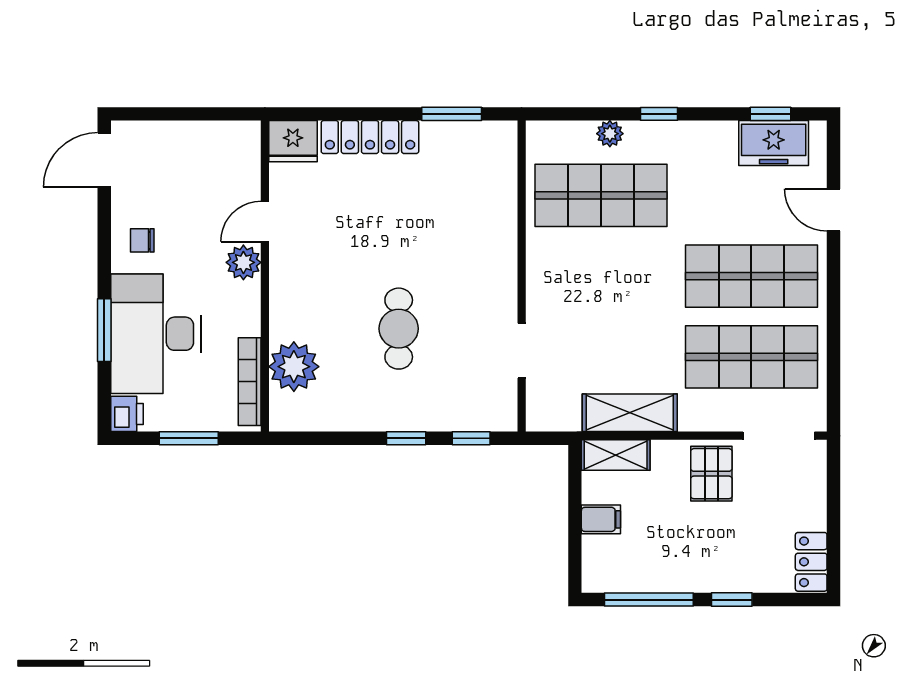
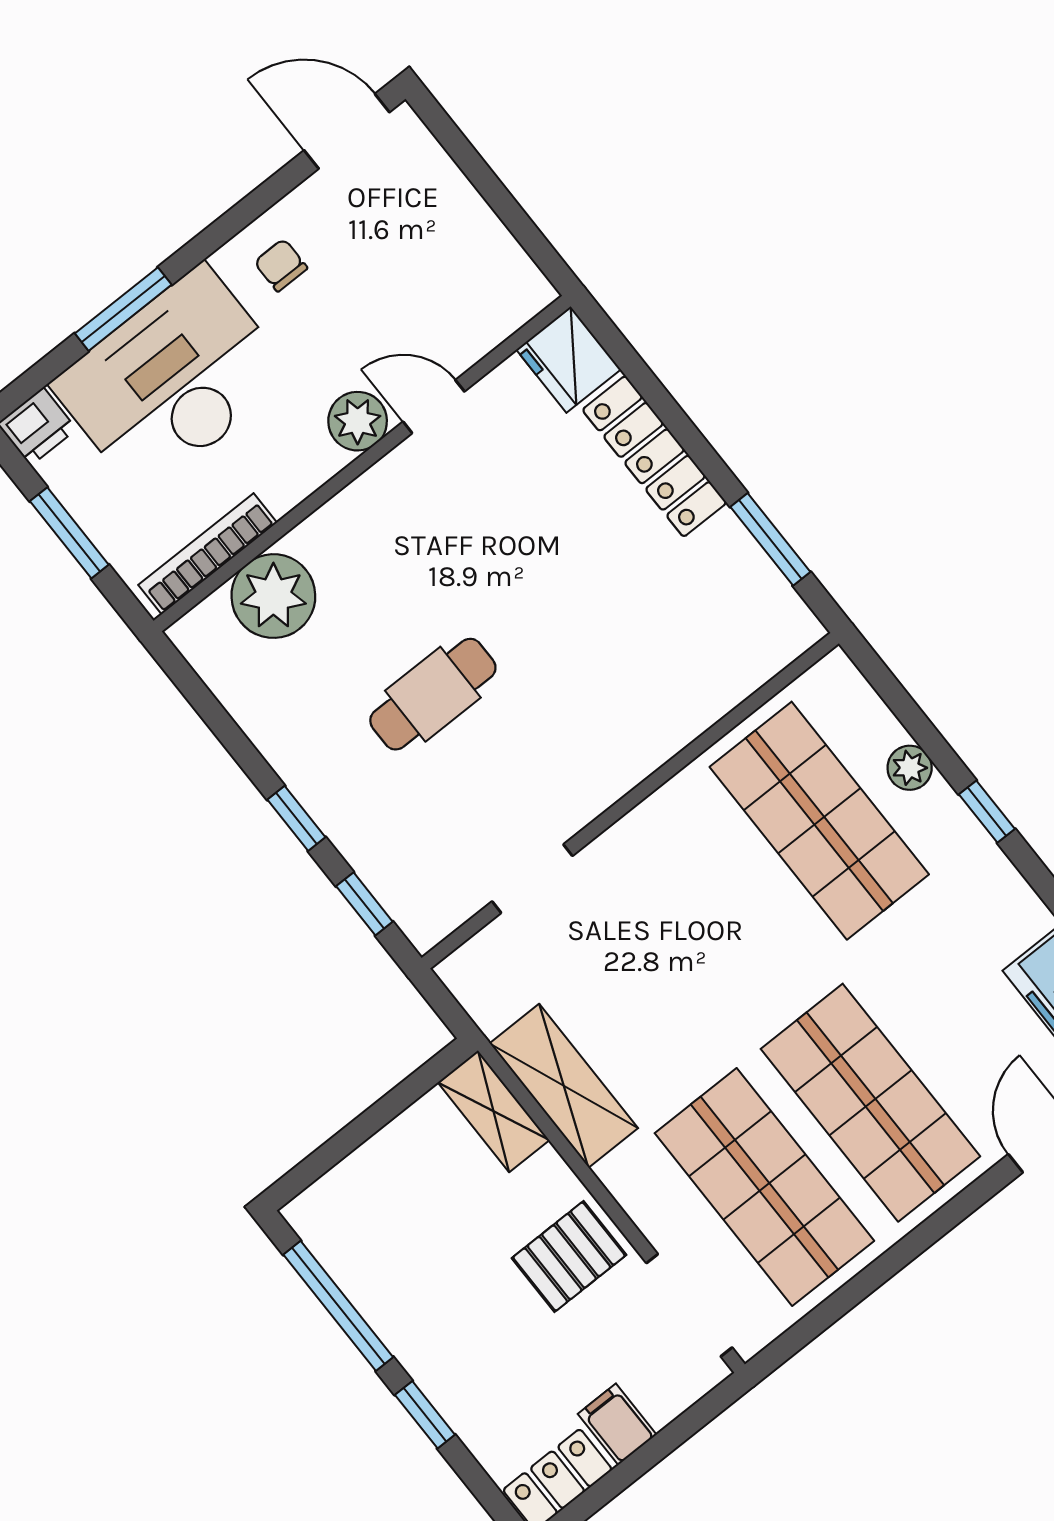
filing cabinet: (601, 519) -> (617, 1424), moved, turned 180

